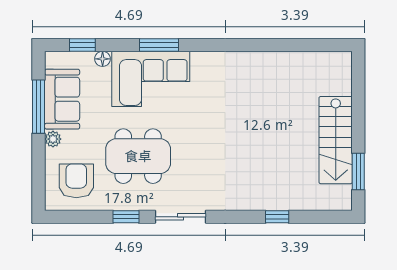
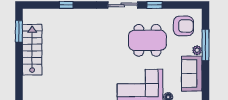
window: (39, 107) -> (205, 45), moved
armchair: (76, 181) -> (183, 26), turned -90

